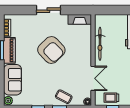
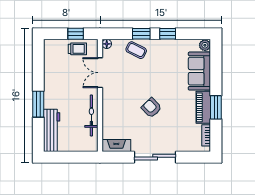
sliding door: (48, 10) -> (155, 157), width x1.37
armchair: (51, 50) -> (151, 108), width x0.53, depth x0.53

